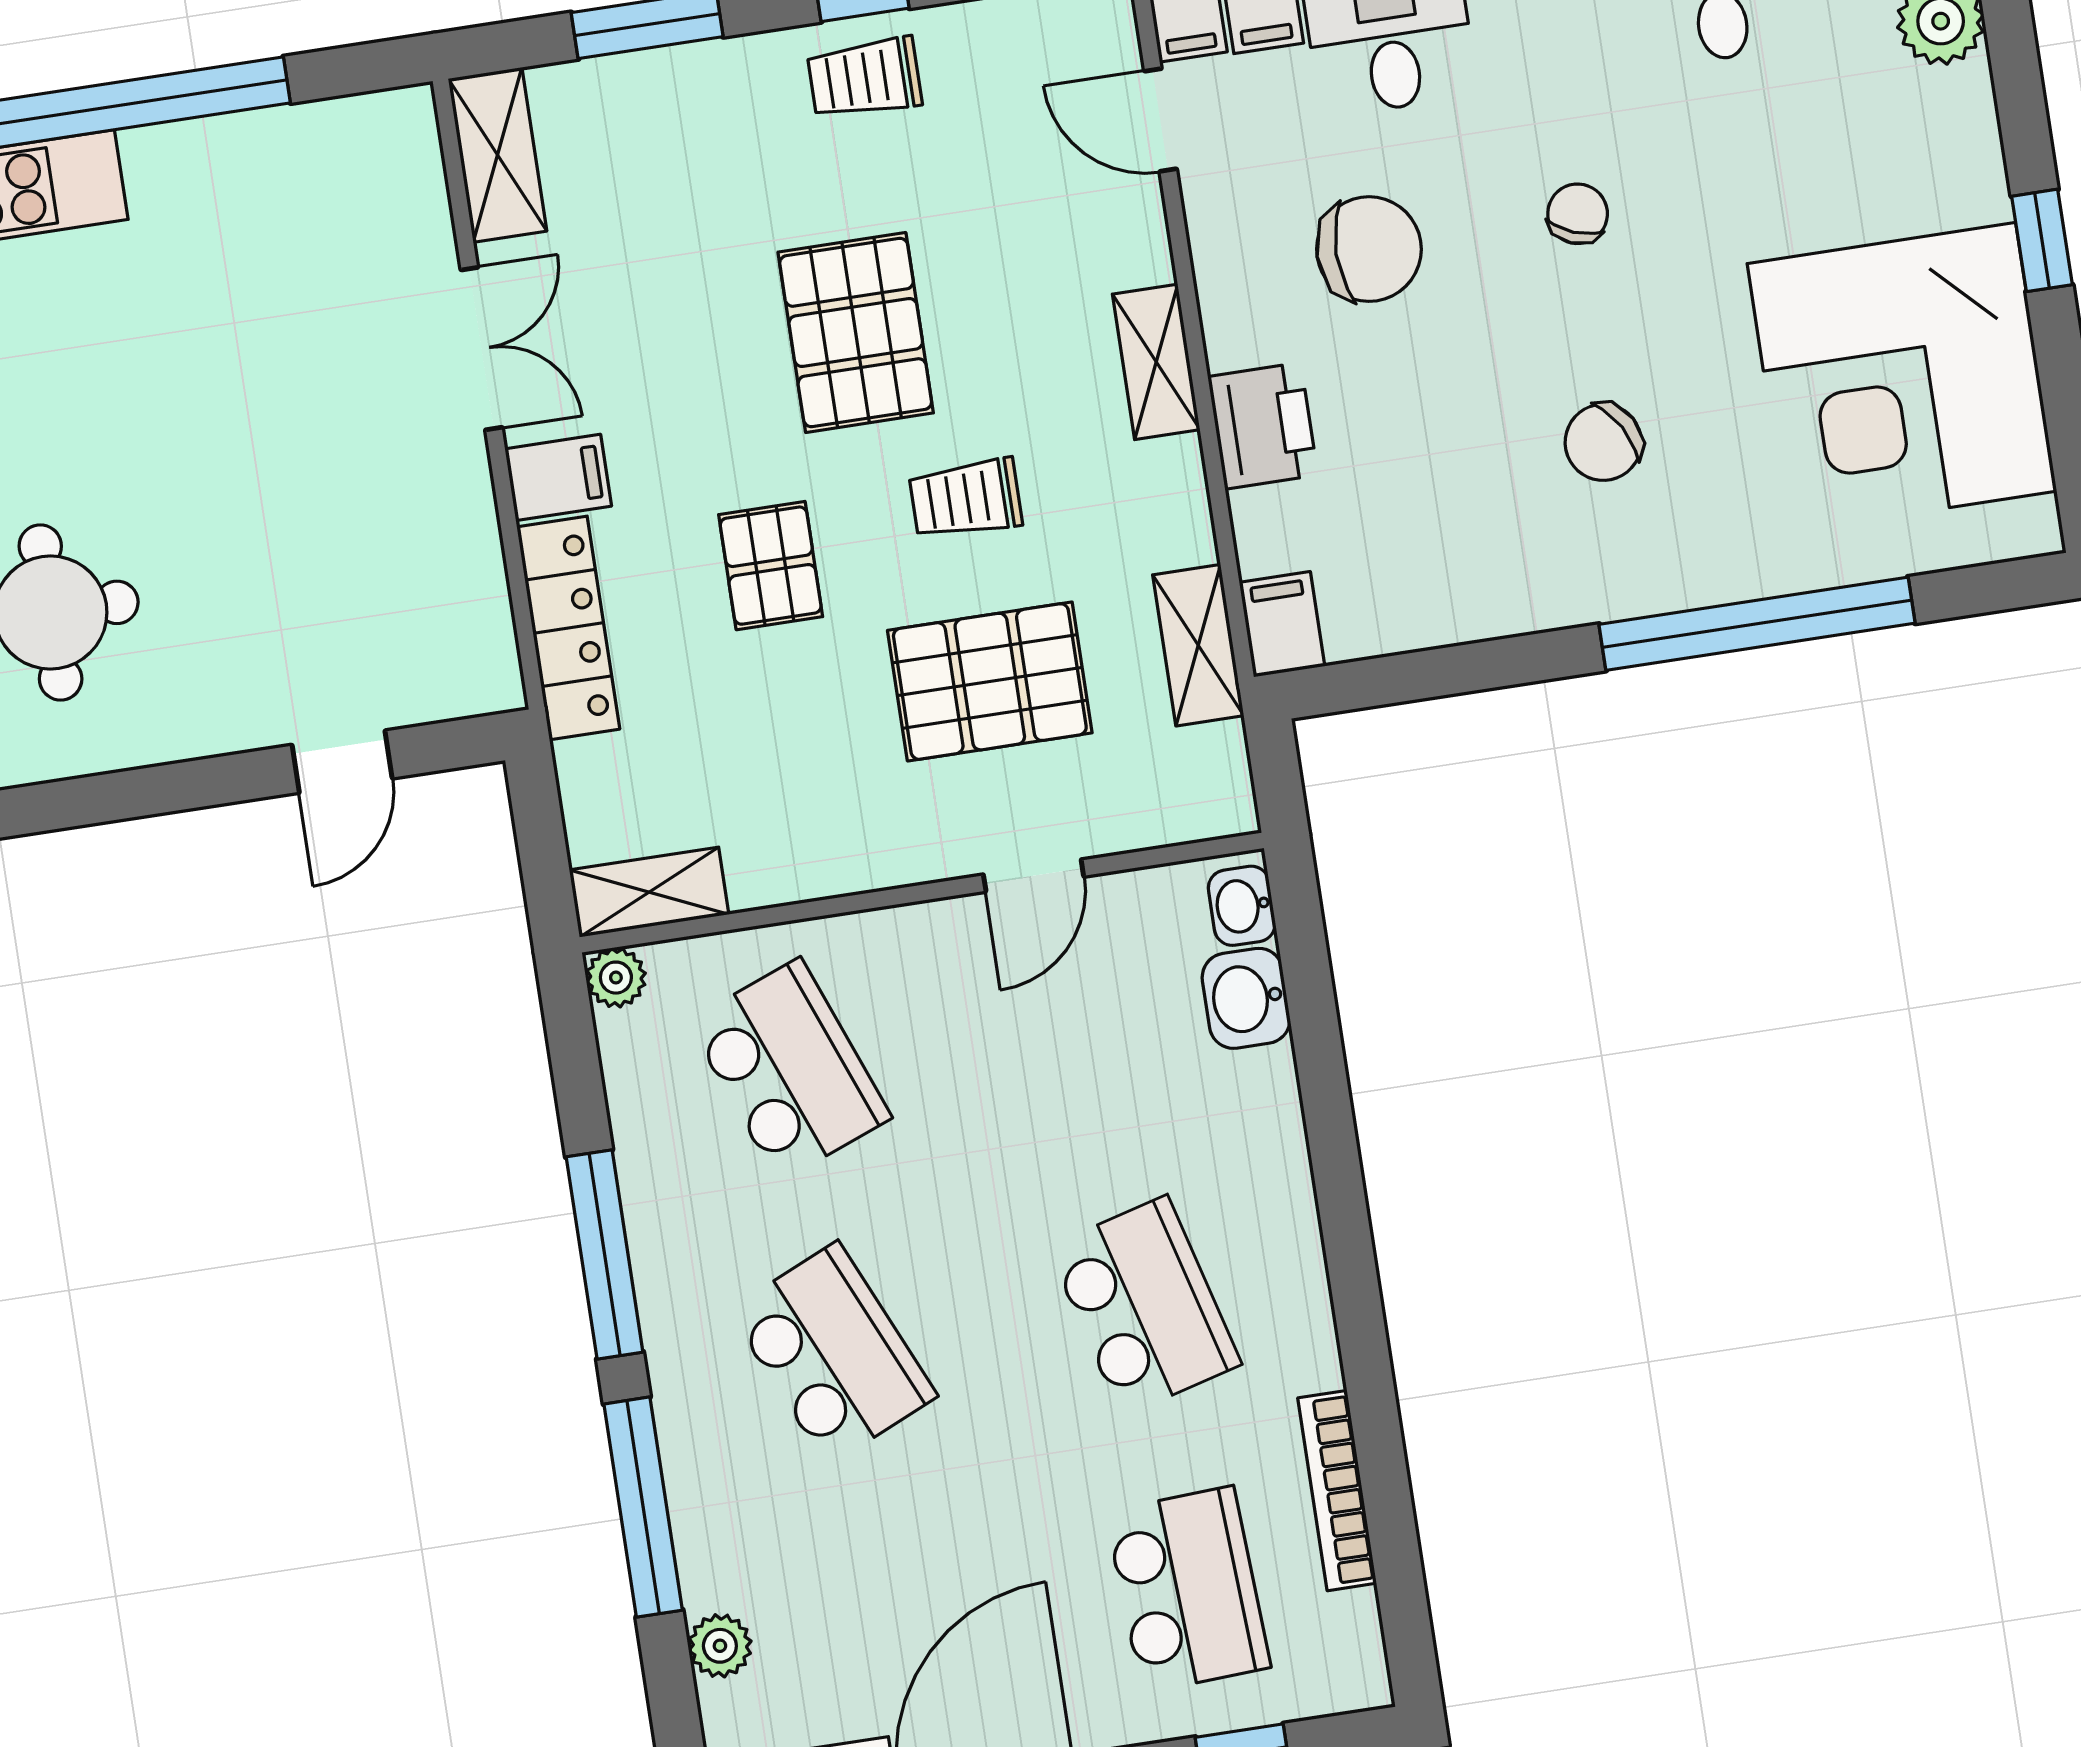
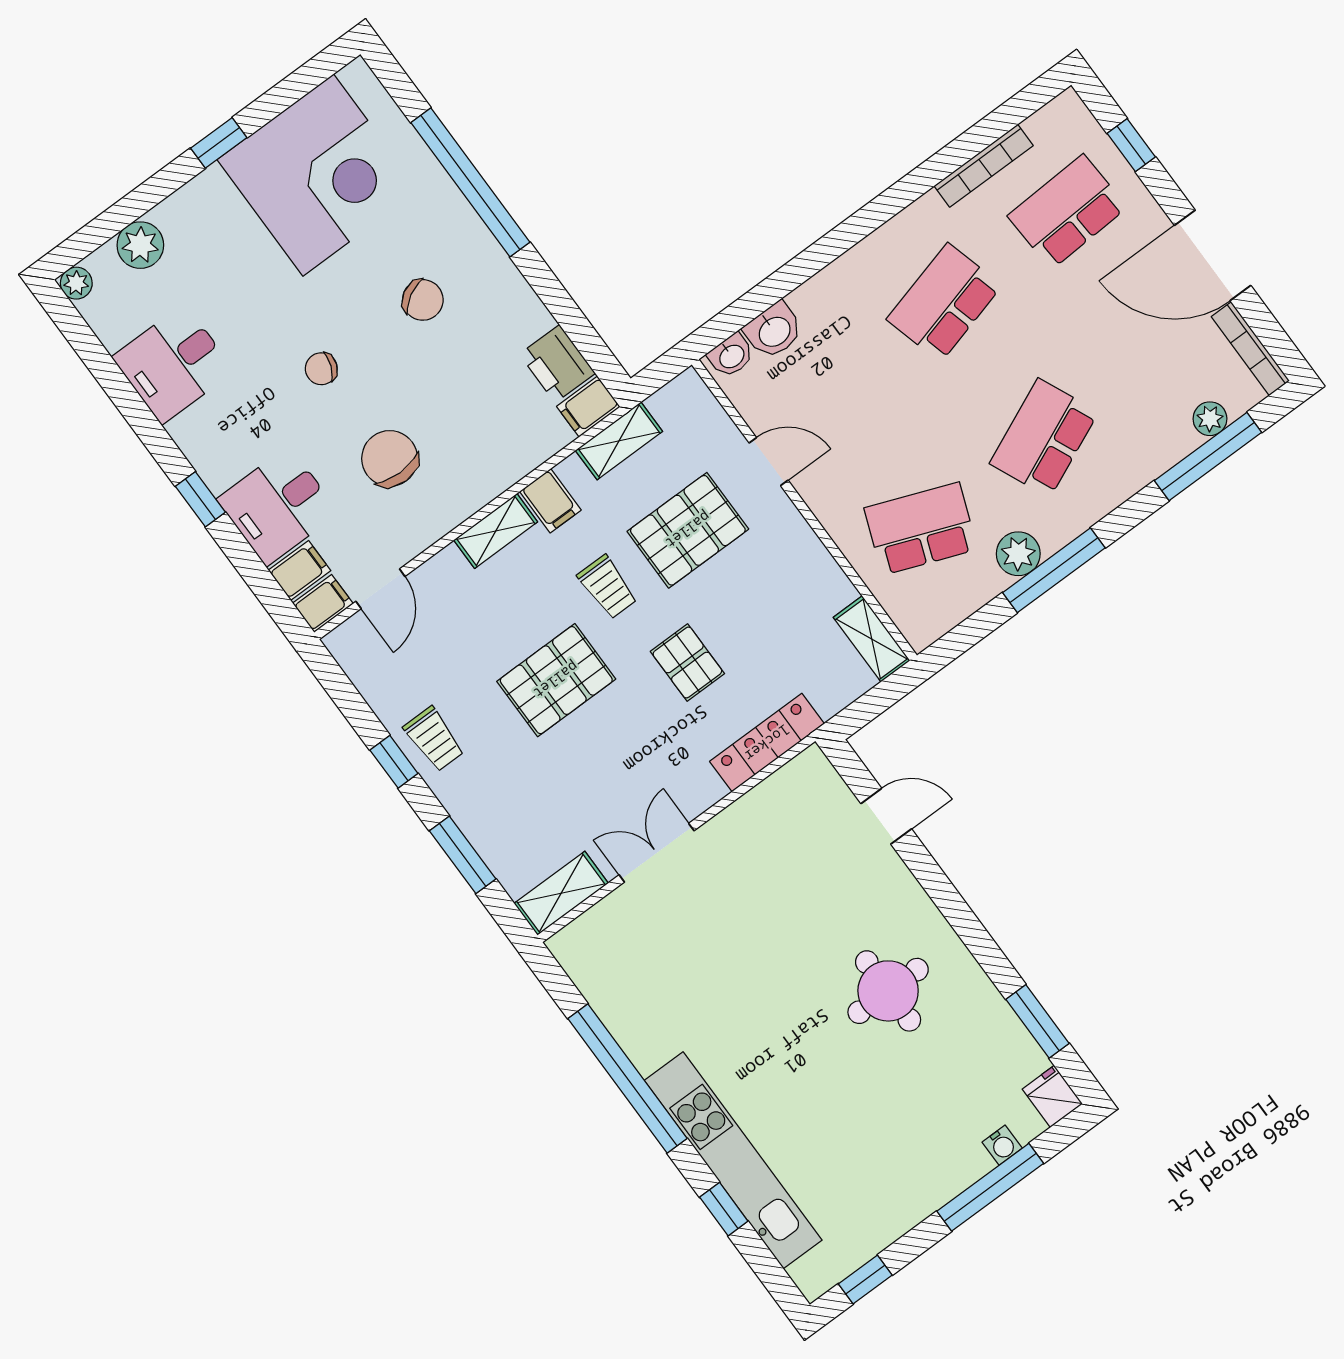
printer: (1263, 426) -> (557, 364), moved, turned -90
filing cabinet: (558, 477) -> (550, 501), moved, turned 180
pallet: (771, 566) -> (687, 663), turned 90
pallet: (990, 682) -> (688, 530), turned 90
plant: (616, 978) -> (1018, 554), moved, width x1.38, depth x1.38
school desk: (789, 1070) -> (921, 529), turned 42
window: (643, 1507) -> (1208, 456), moved

